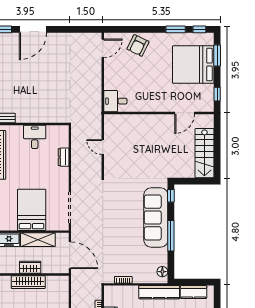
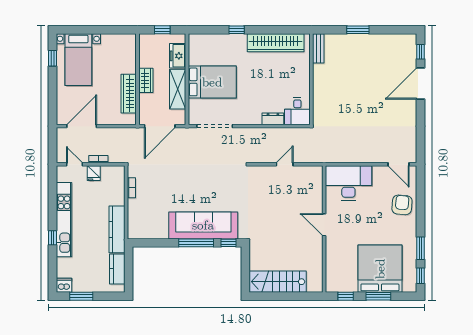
door: (33, 29) -> (420, 84), hinge flipped
armchair: (138, 45) -> (402, 205), turned 69
window: (217, 56) -> (378, 296), moved
desk: (115, 101) -> (348, 183), width x1.87, depth x1.30
door: (185, 113) -> (324, 225), moved
desk: (35, 137) -> (297, 111), moved, turned 90
window: (171, 236) -> (196, 243), moved
floor lamp: (162, 272) -> (141, 233), removed
wardrobe: (28, 282) -> (129, 94), moved

